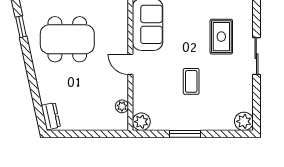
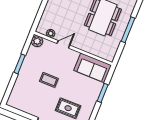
door: (130, 64) -> (63, 44), moved
plant: (244, 121) -> (13, 101), removed

